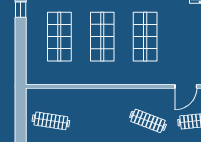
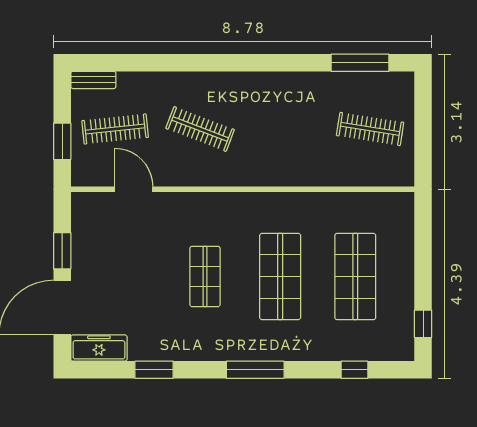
shop shelf: (145, 37) -> (205, 276), width x0.70, depth x0.74
door: (186, 86) -> (134, 189), hinge flipped

